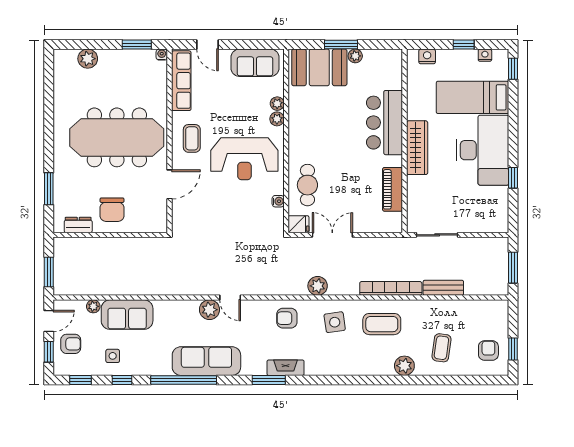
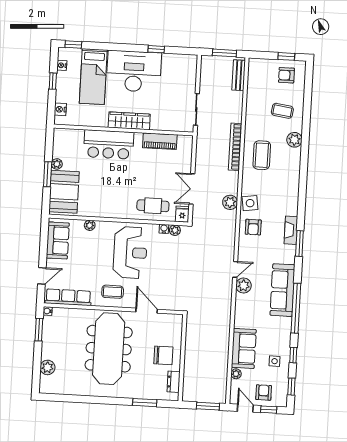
plant: (277, 119) -> (175, 230), moved
bench: (443, 288) -> (239, 75), moved
side table: (335, 322) -> (250, 203), moved

